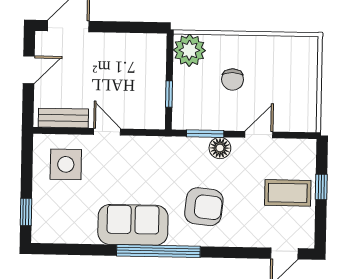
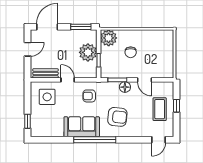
window: (135, 27) -> (81, 27), added
plant: (148, 78) -> (88, 52), added
door: (259, 135) -> (144, 80), swing flipped
armchair: (149, 164) -> (89, 96), added
coffee table: (288, 193) -> (160, 109), turned 90

